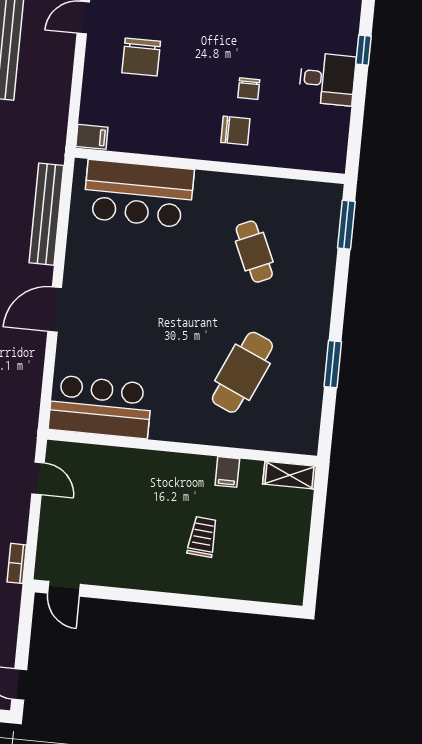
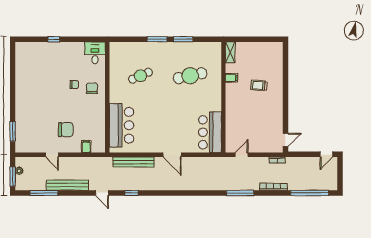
desk: (327, 79) -> (95, 53), moved
filing cabinet: (92, 137) -> (86, 147), moved
window: (346, 225) -> (157, 39), moved
cafe table: (242, 372) -> (190, 76), turned -36

